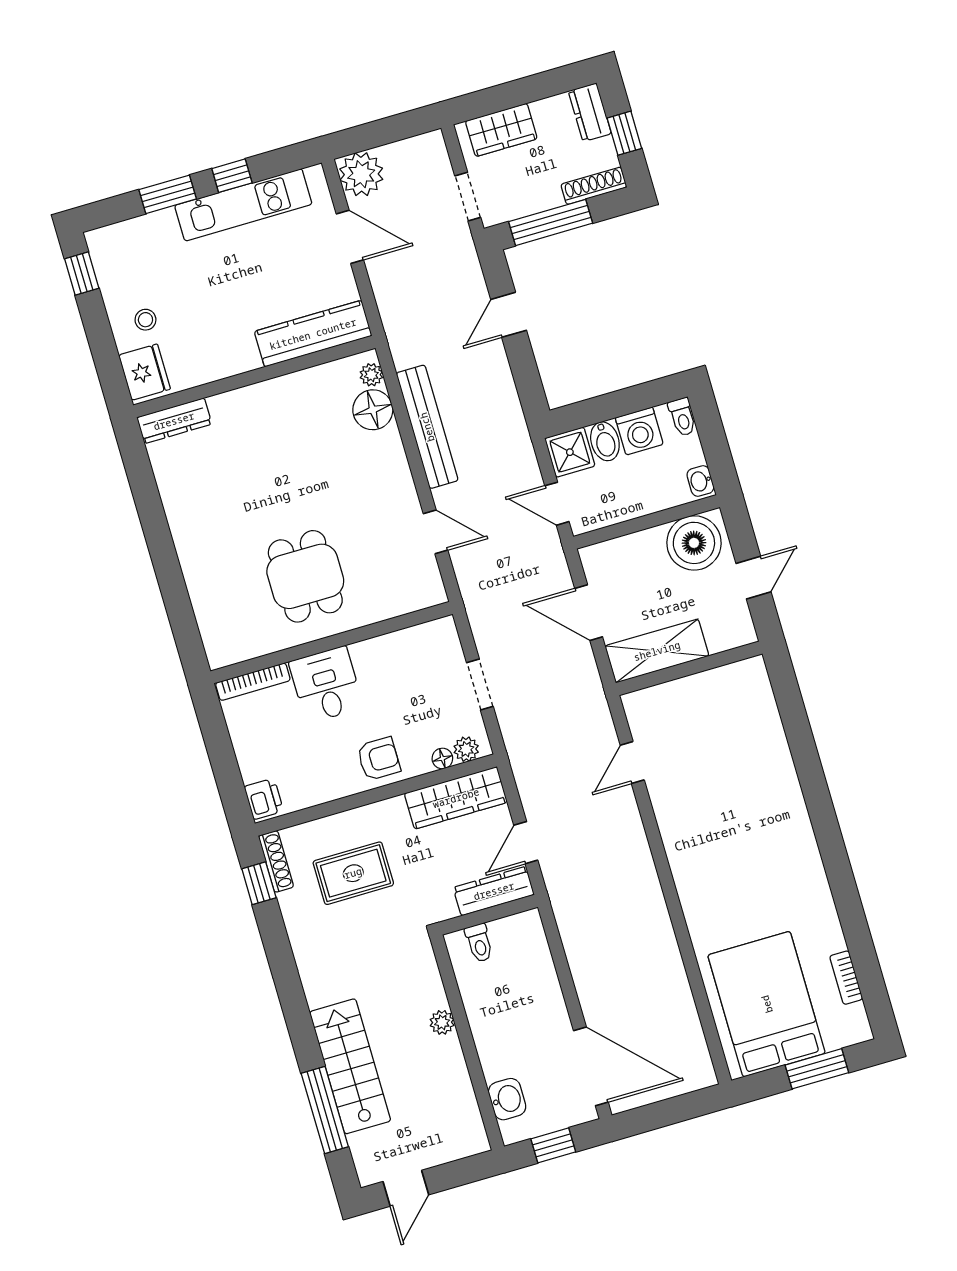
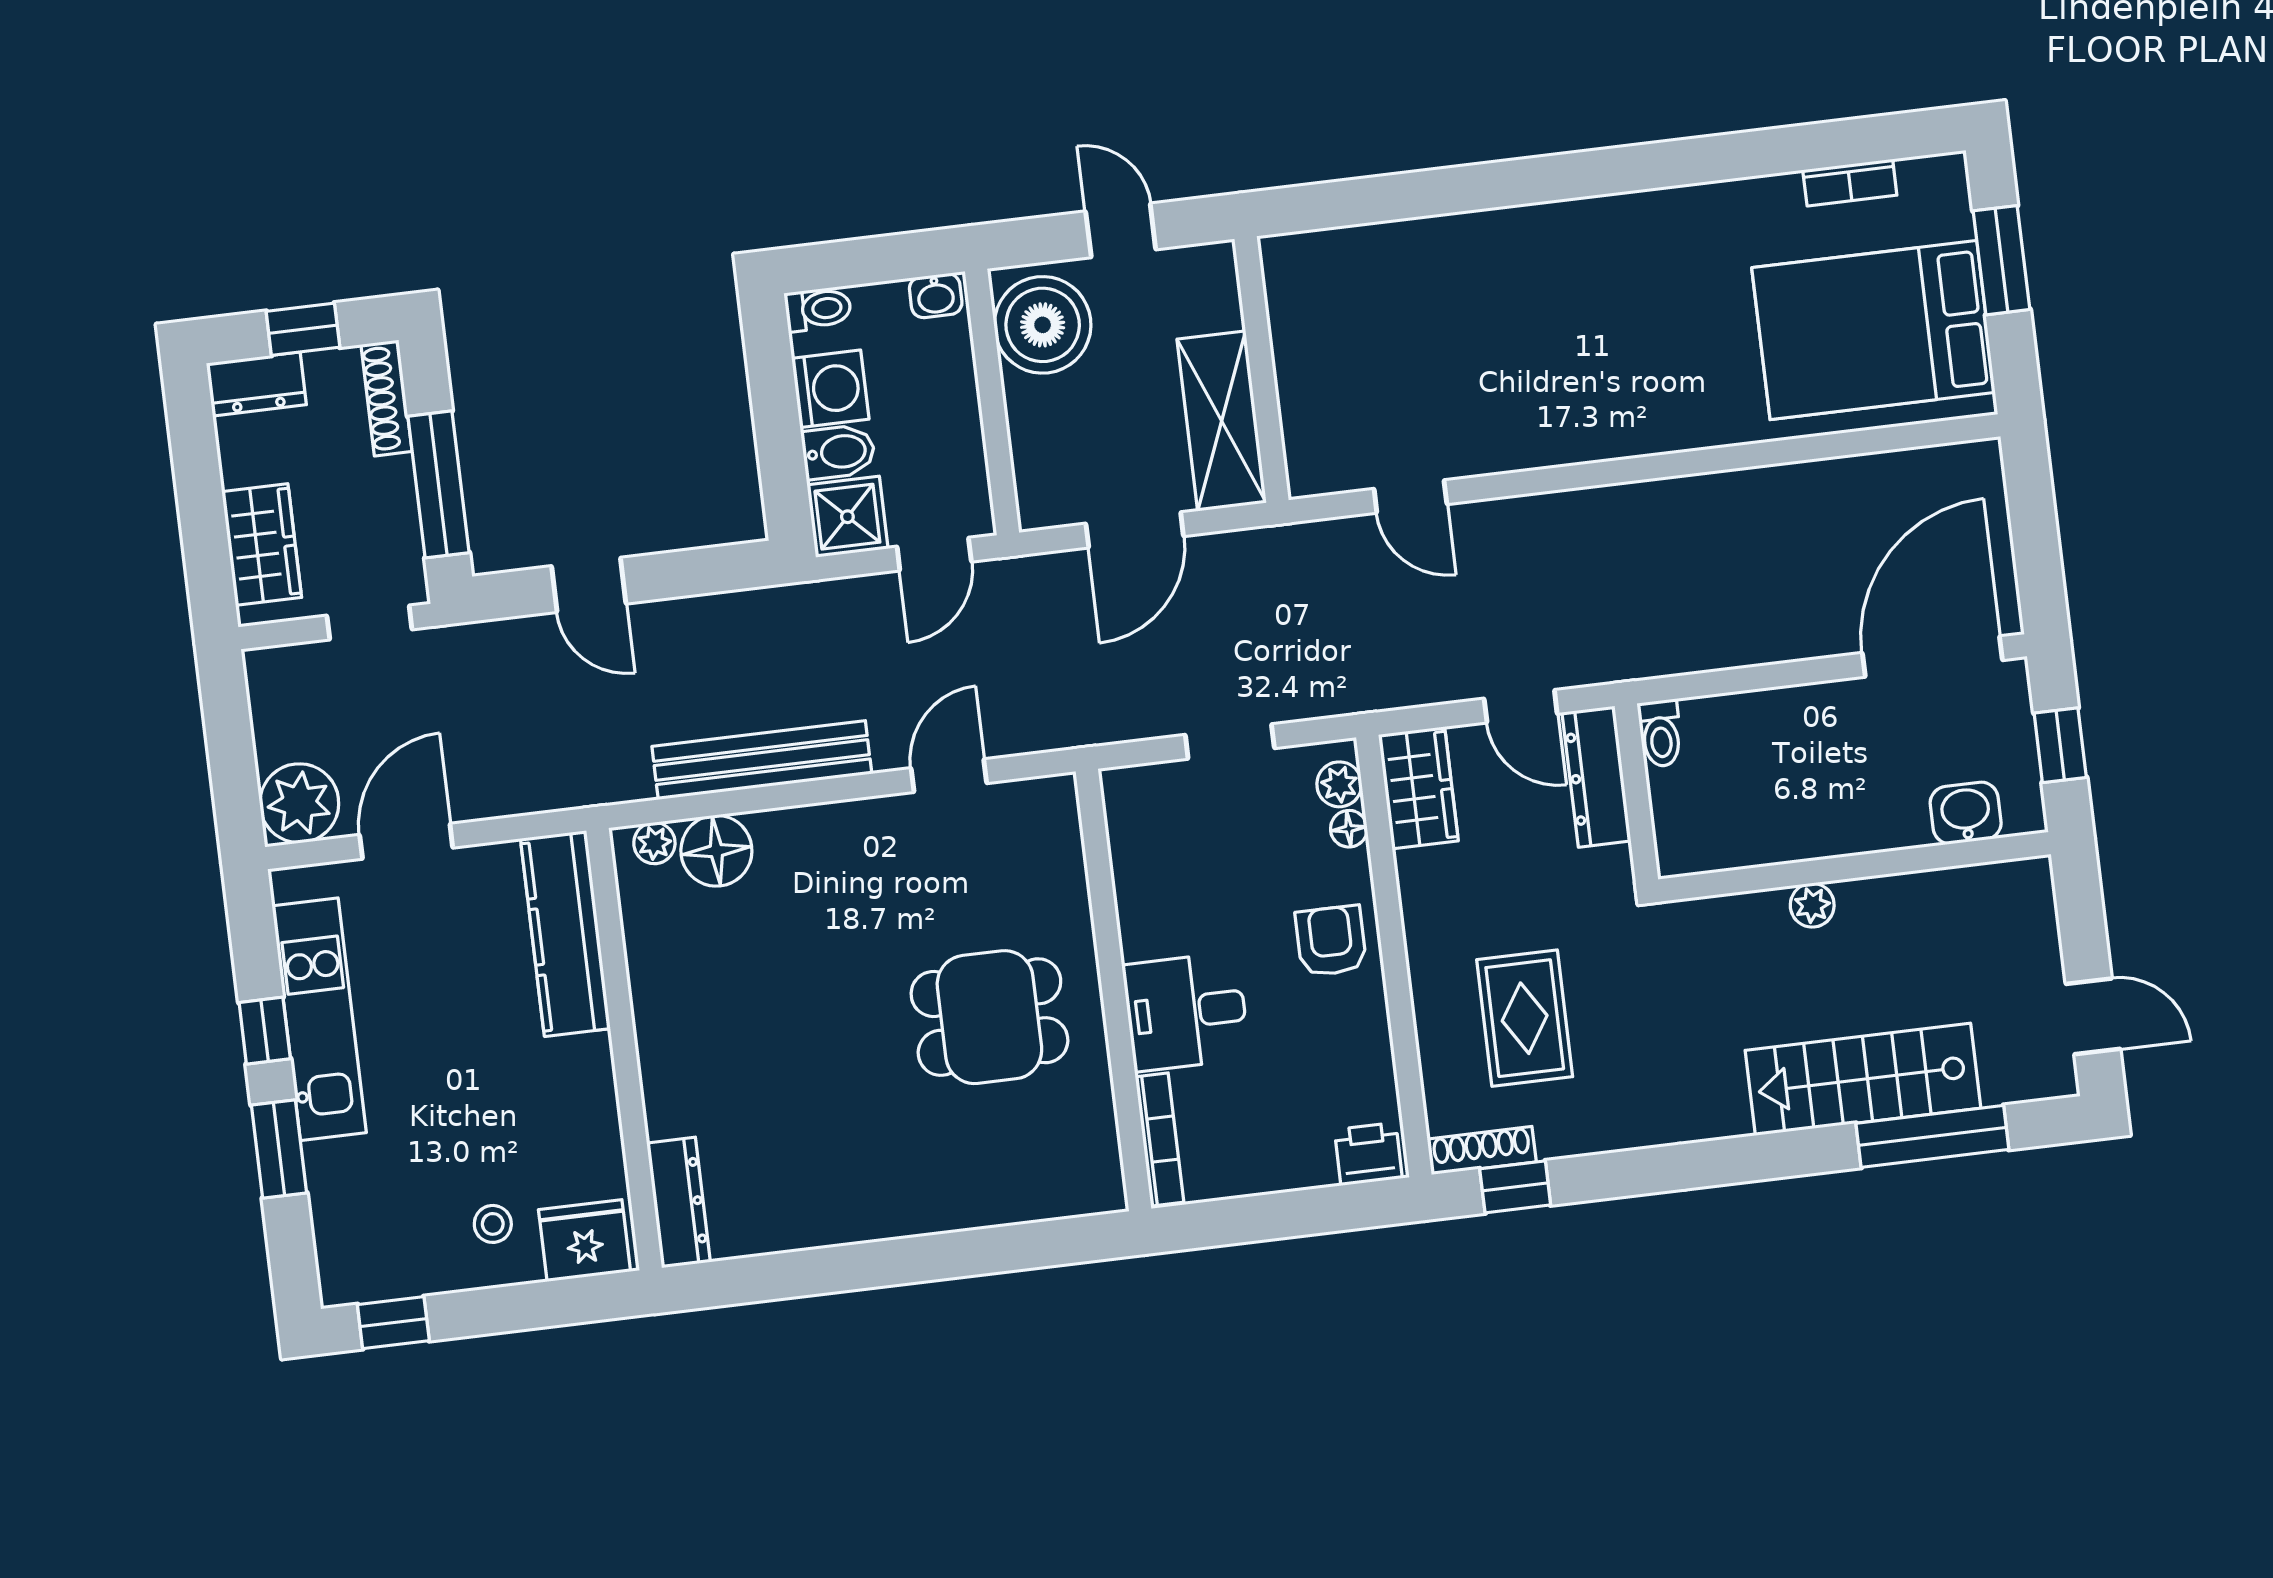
wardrobe: (456, 798) -> (1418, 788), width x0.67
toilet: (479, 943) -> (1660, 733), moved, turned 90

